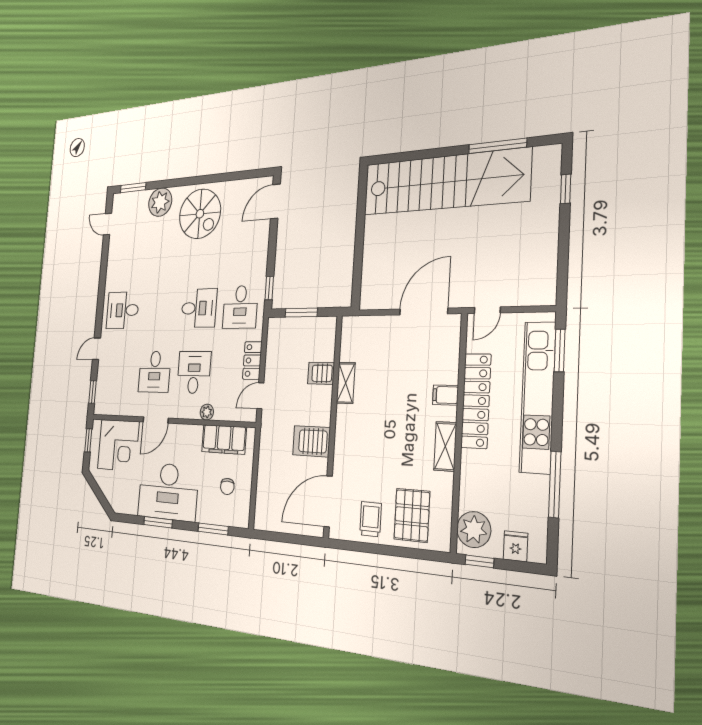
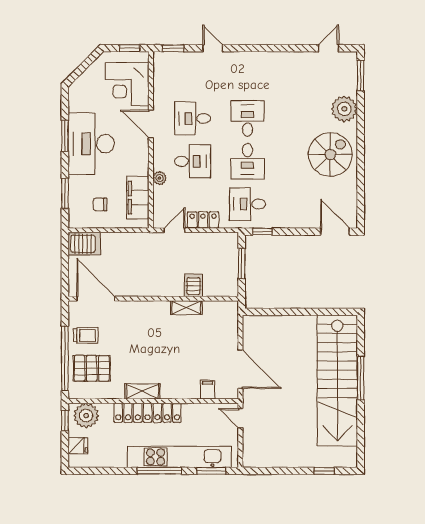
window: (497, 146) -> (361, 378), moved
spiral stairs: (200, 214) -> (330, 154), turned 180
desk: (123, 310) -> (248, 118), moved
filing cabinet: (446, 395) -> (208, 390), moved
door: (260, 396) -> (174, 230), hinge flipped
locker: (476, 401) -> (148, 413), moved
server rack: (311, 441) -> (84, 244), moved, turned 90
window: (555, 484) -> (159, 471), moved
window: (397, 551) -> (65, 358), added

